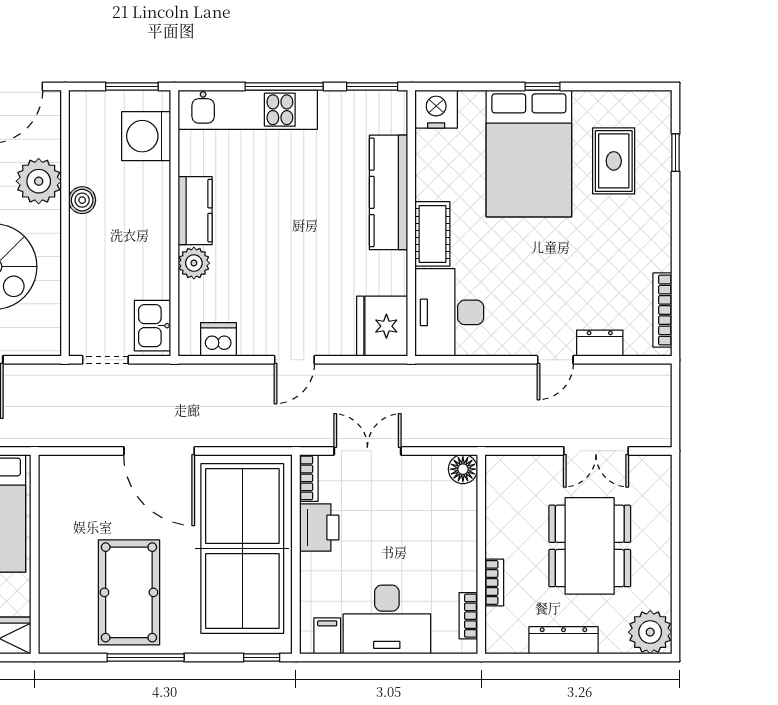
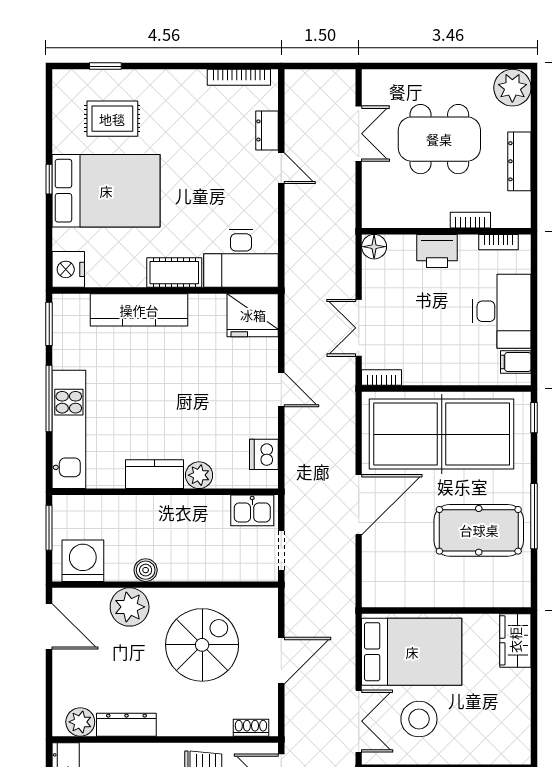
washing machine: (146, 136) -> (83, 561), moved, turned 180
printer: (319, 528) -> (437, 251), moved, turned 180

